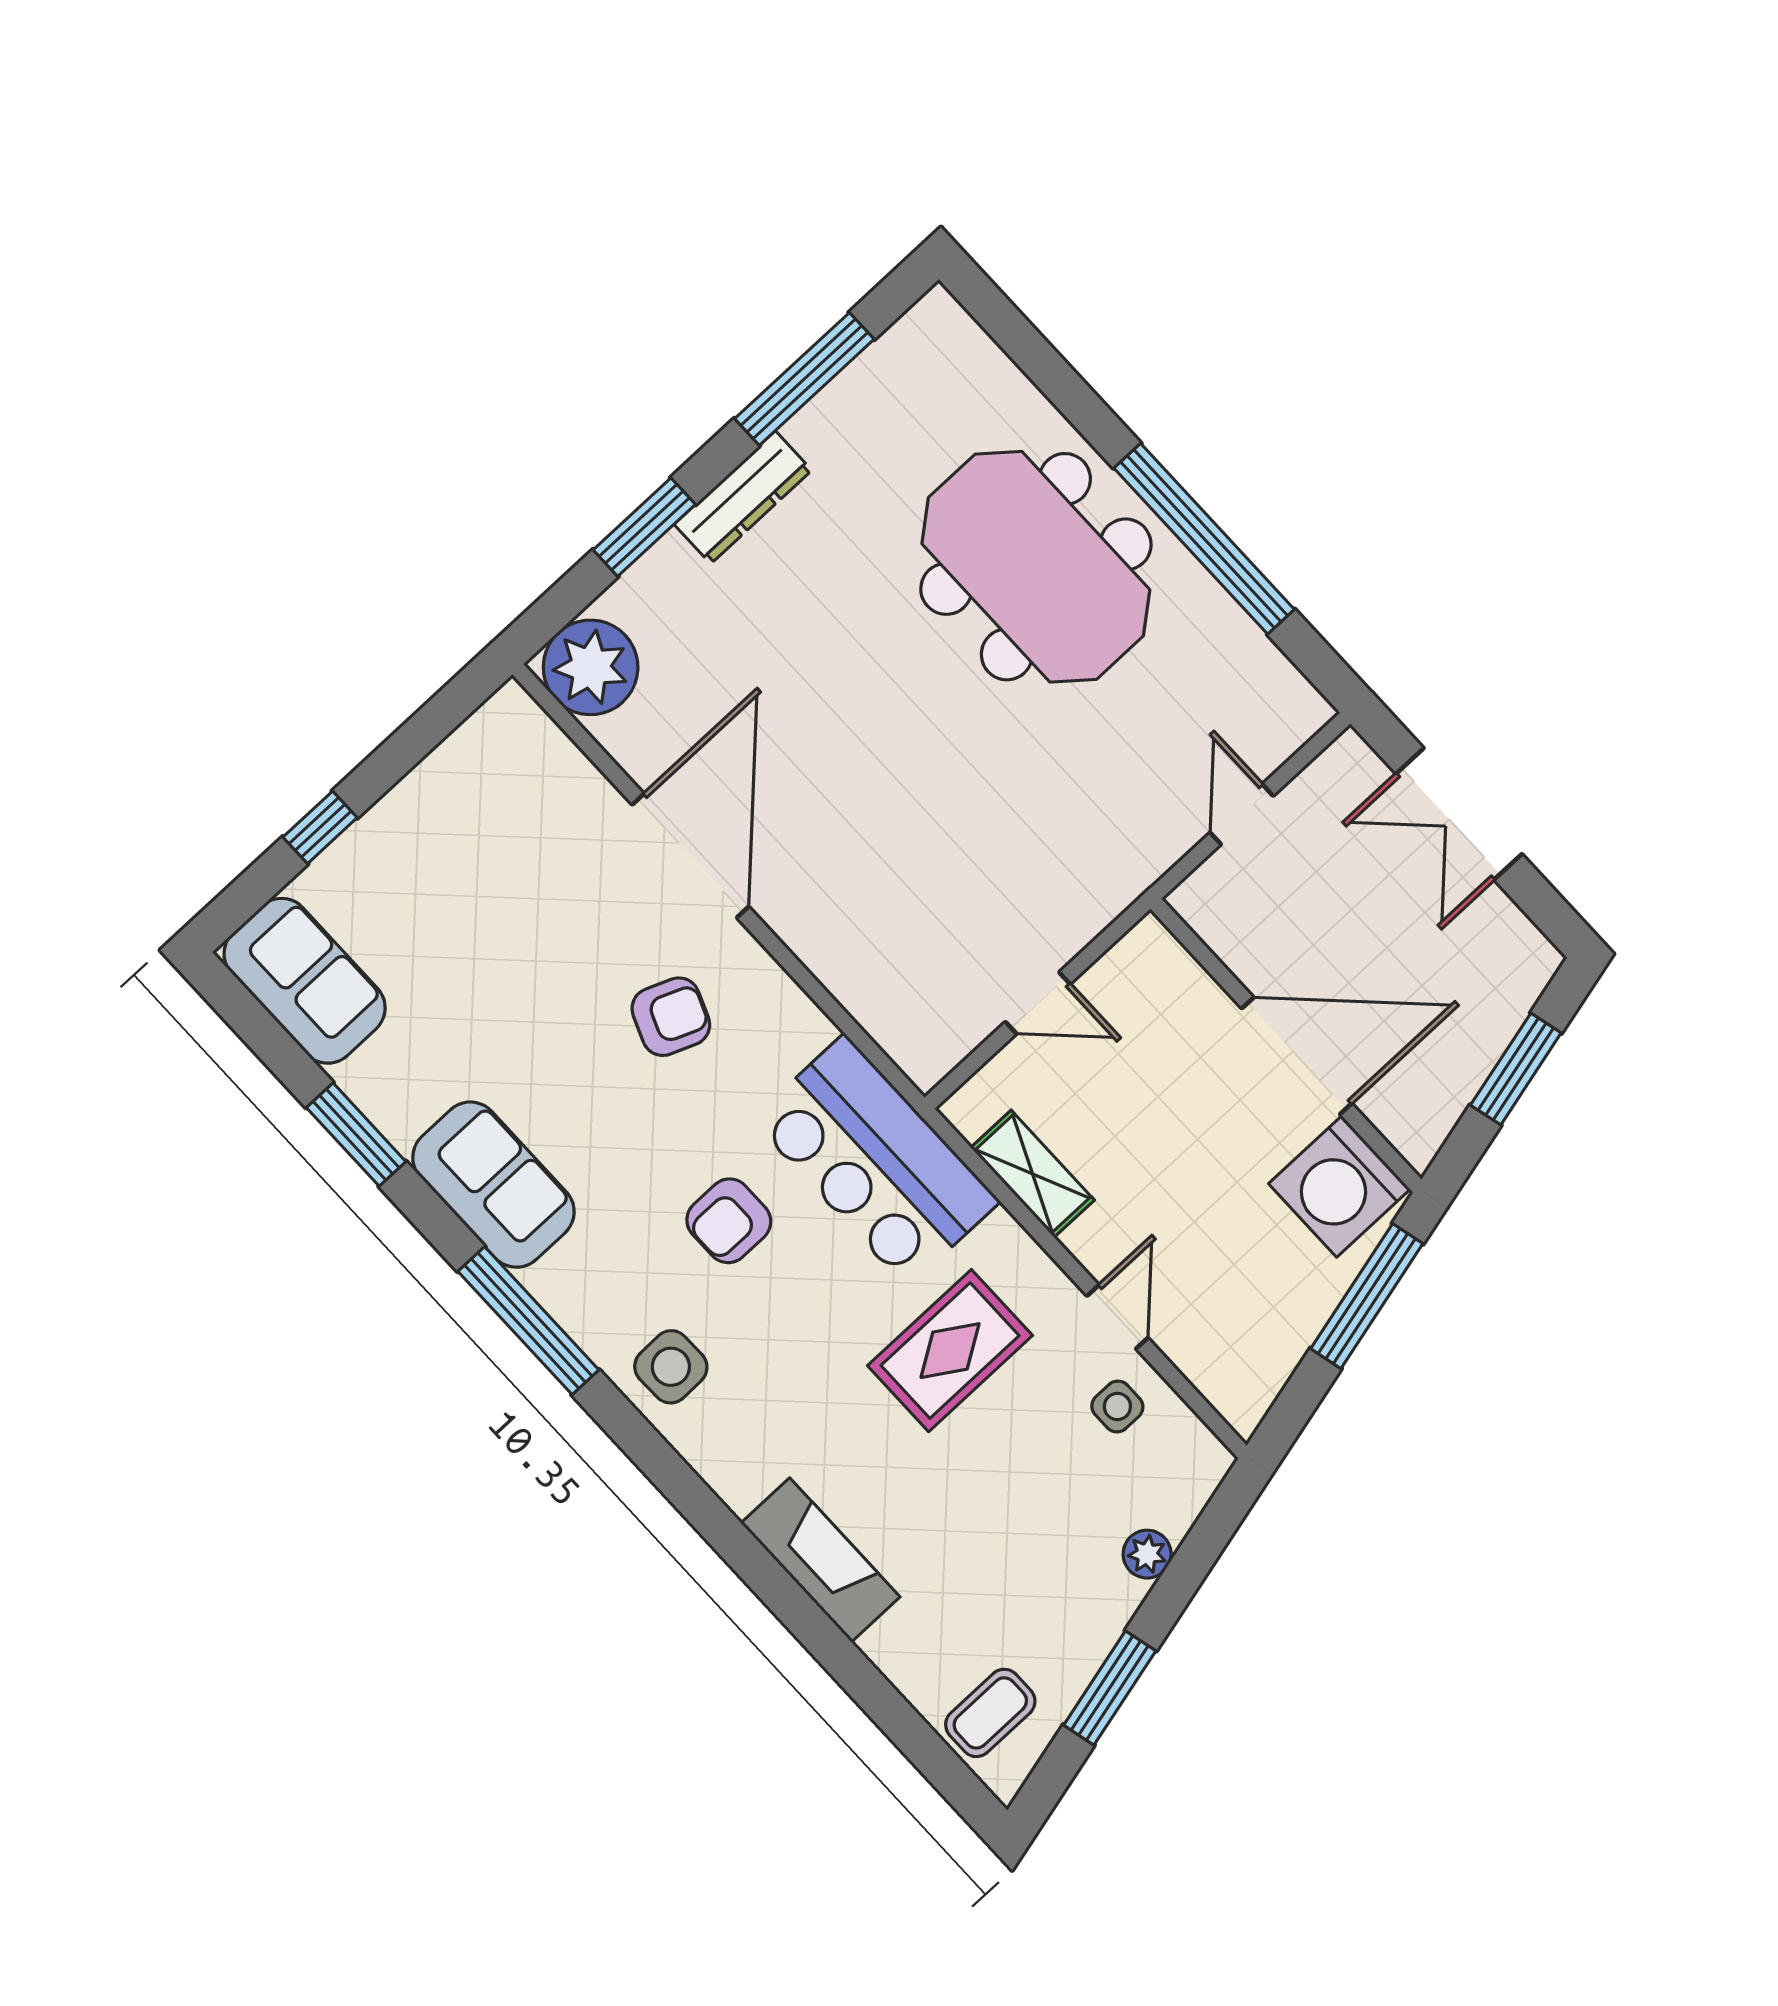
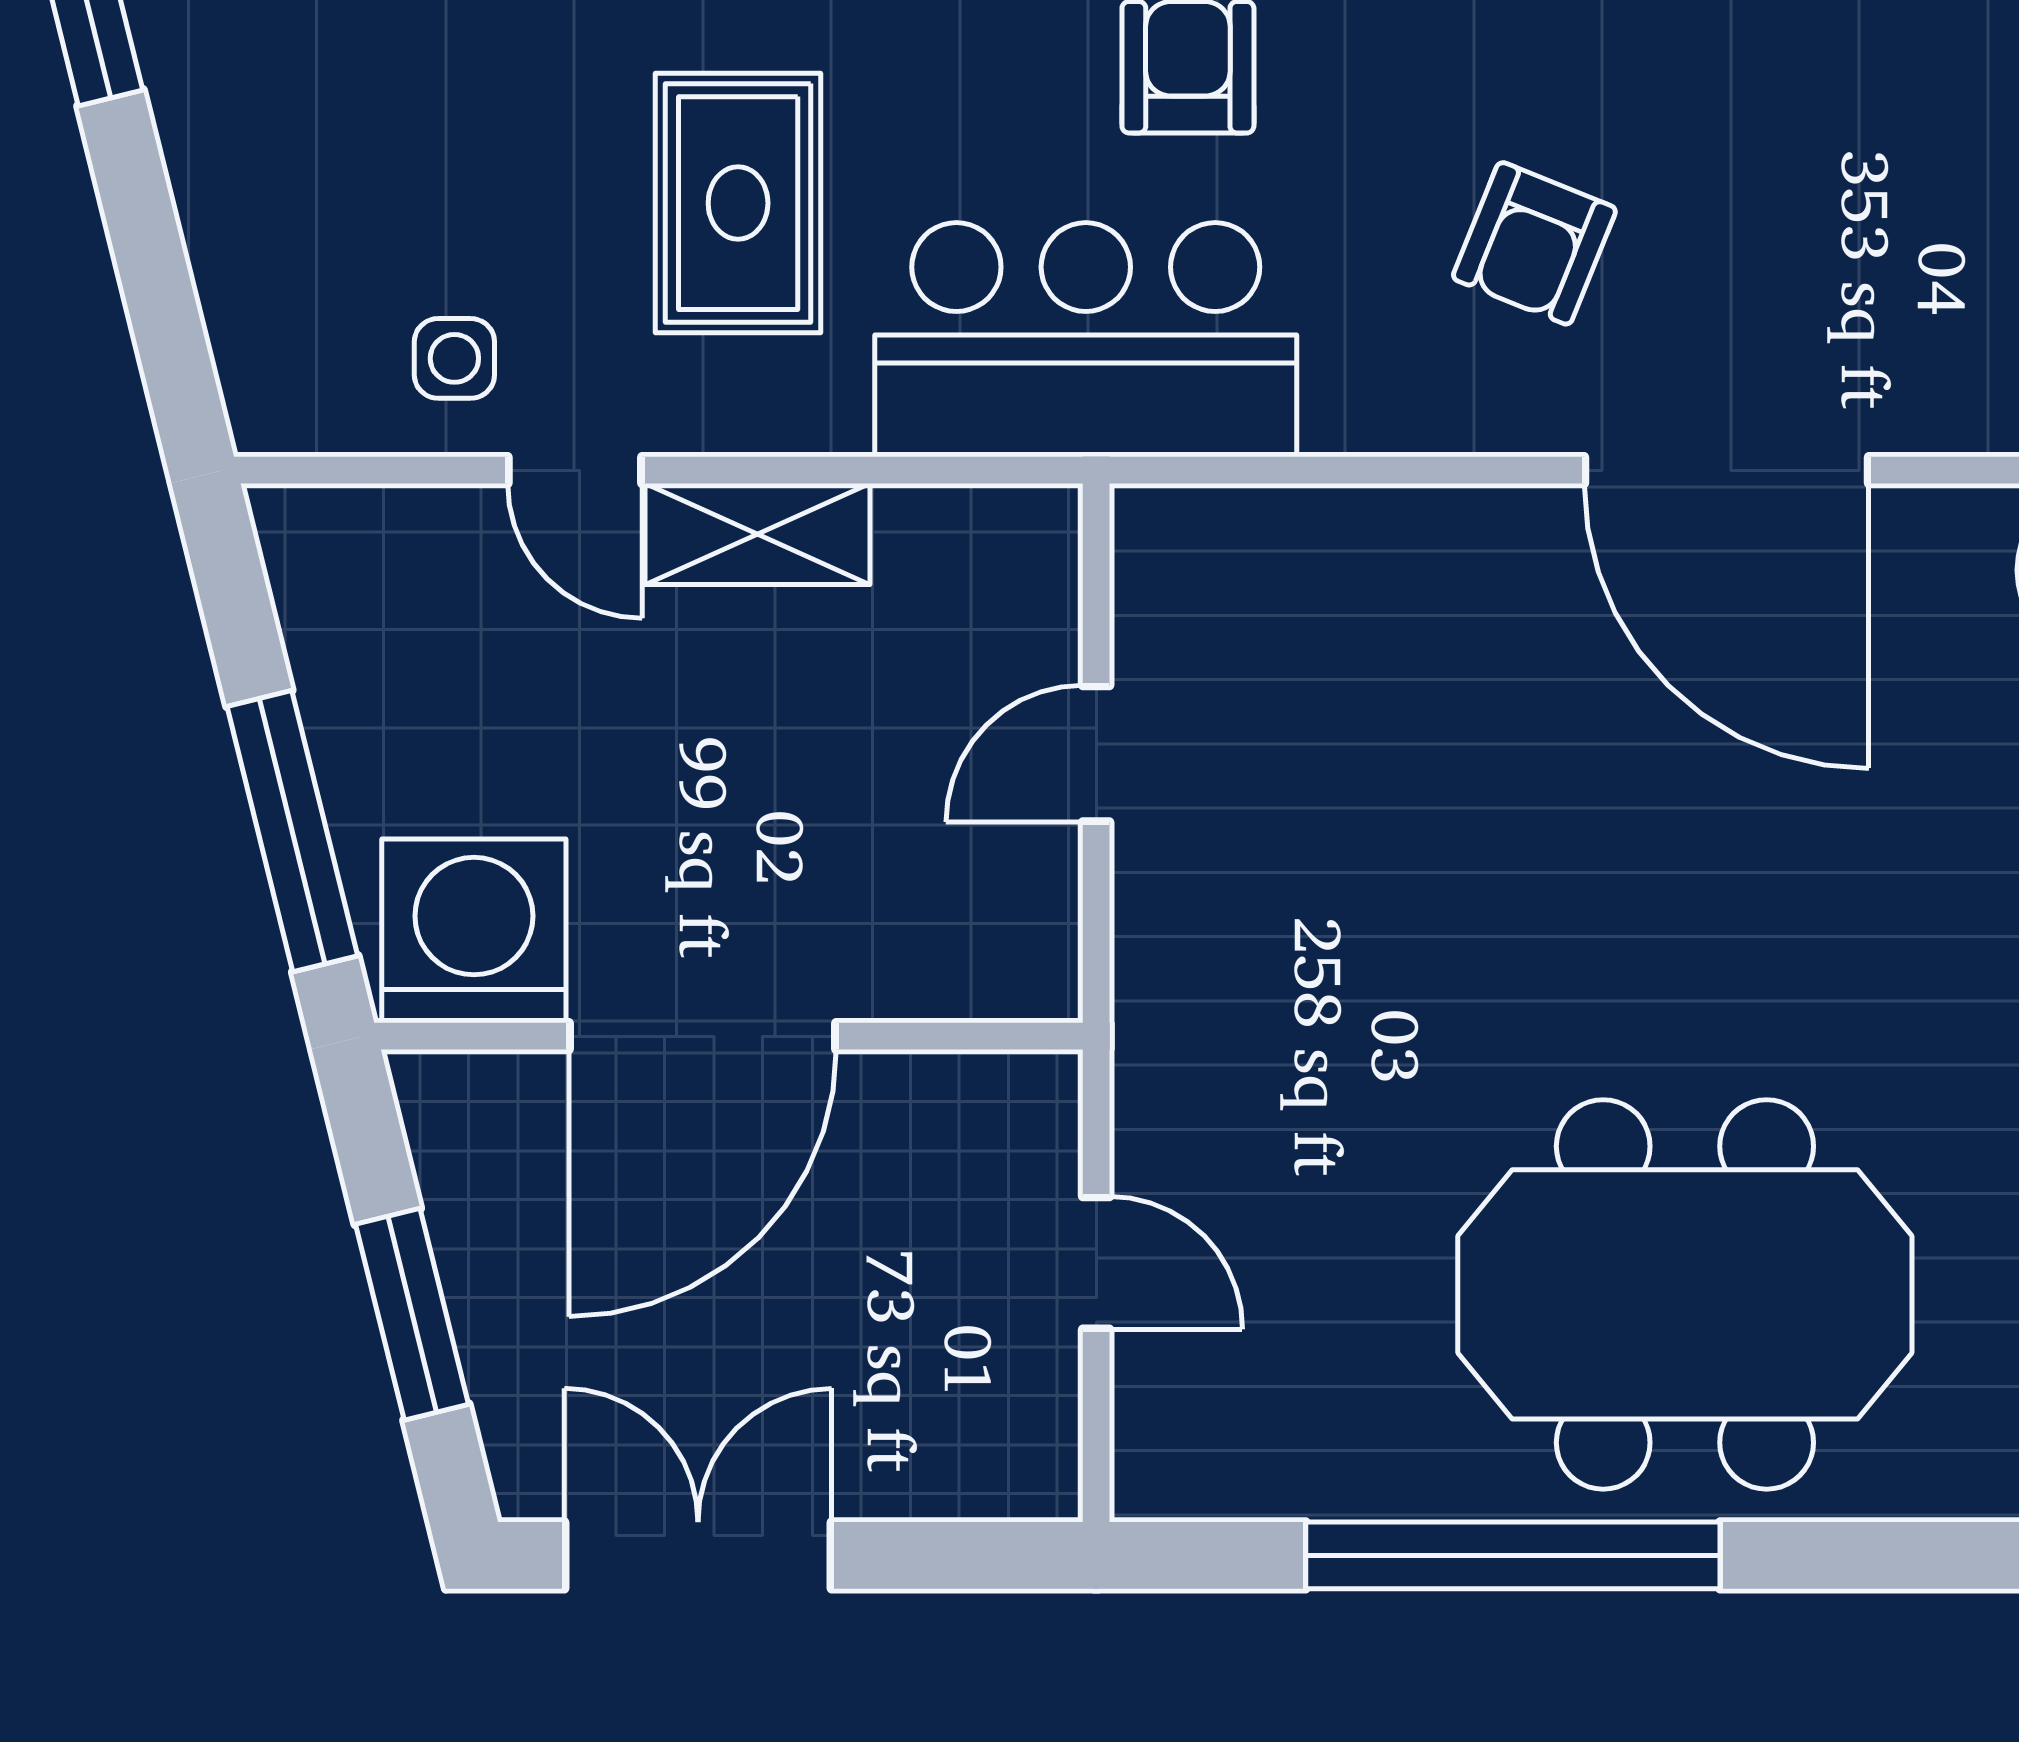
double door: (1459, 814) -> (698, 1555), moved
shelving: (1033, 1174) -> (757, 534), moved
plant: (1147, 1554) -> (219, 215), removed

